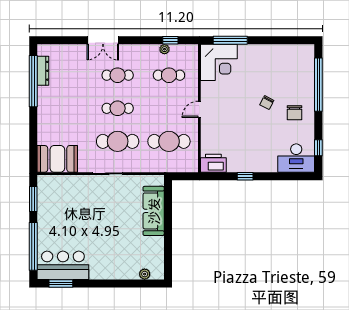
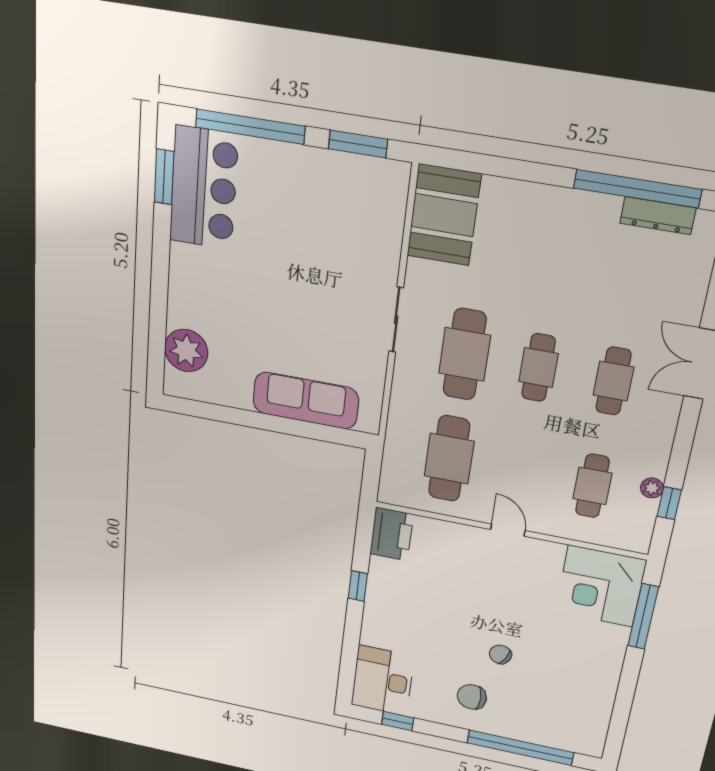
plant: (145, 274) -> (186, 351), width x1.88, depth x1.88

